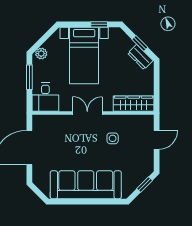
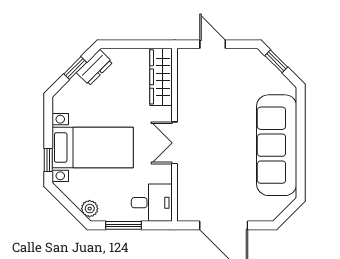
window: (99, 24) -> (48, 160), moved
side table: (113, 138) -> (211, 107), removed

